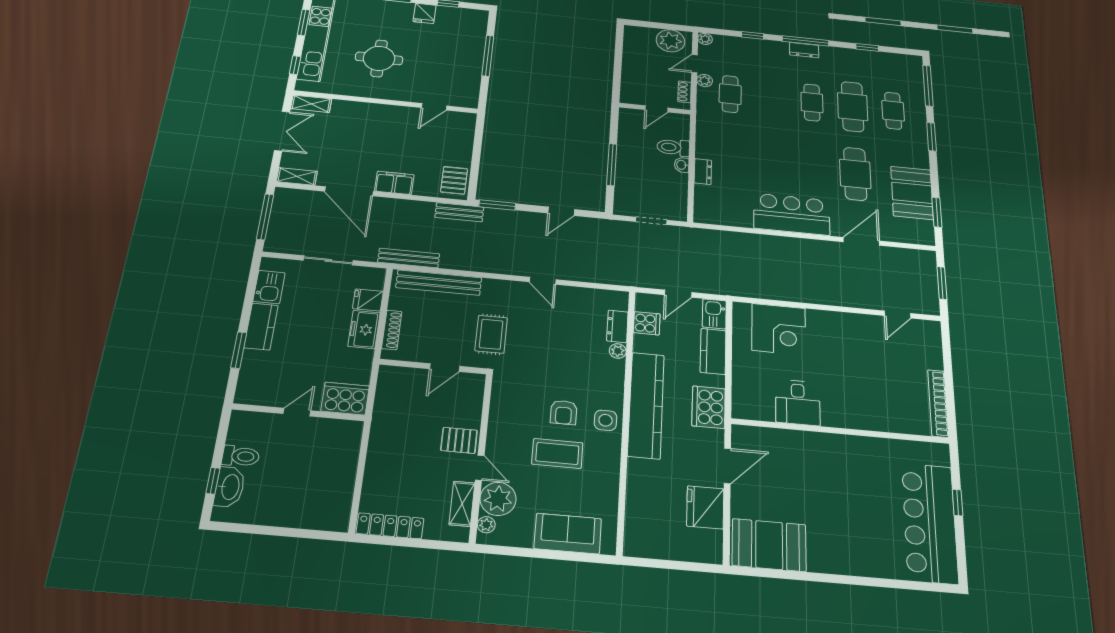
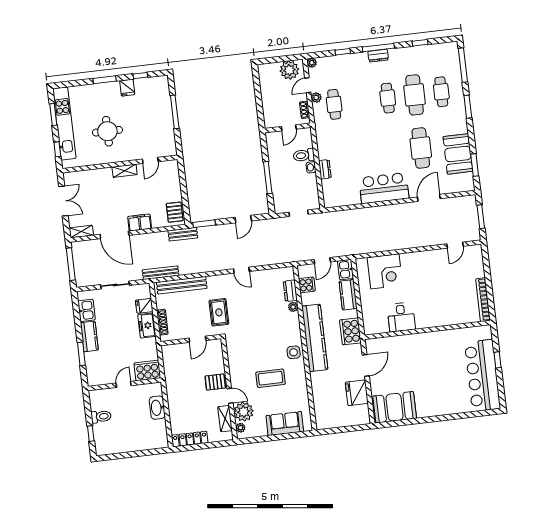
shelving: (311, 104) -> (125, 171), moved
armchair: (564, 412) -> (269, 353), removed
washbasin: (230, 487) -> (157, 408), moved, turned 180

